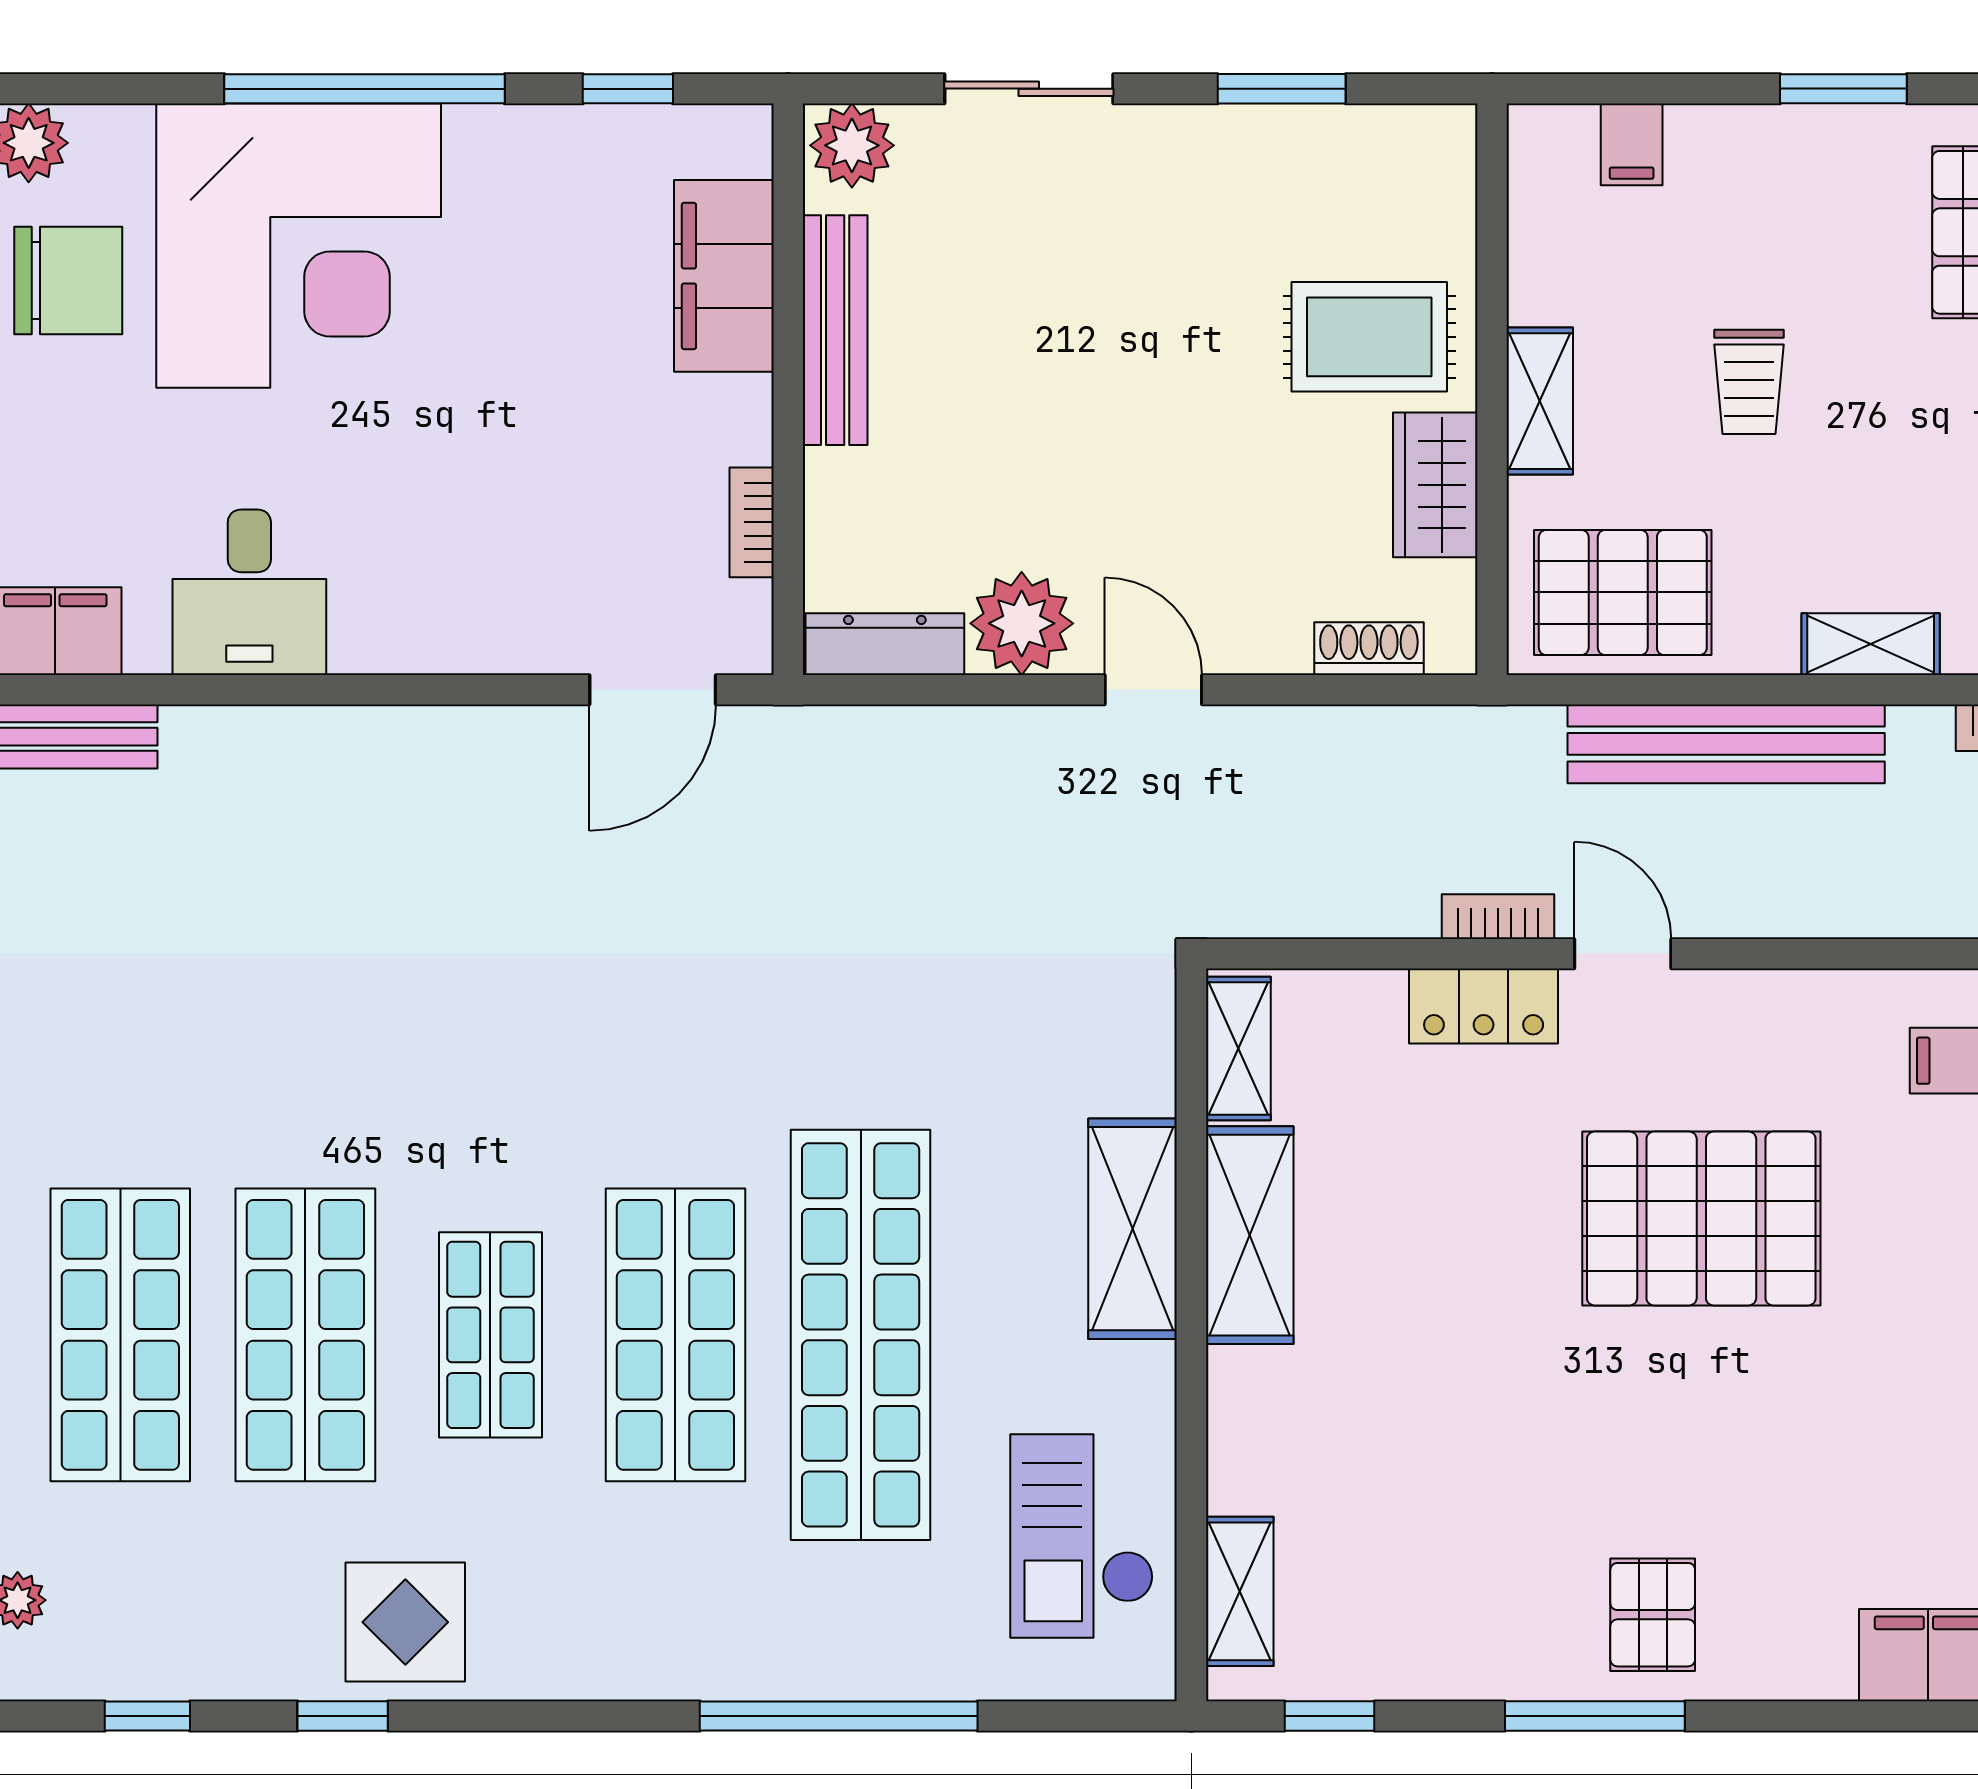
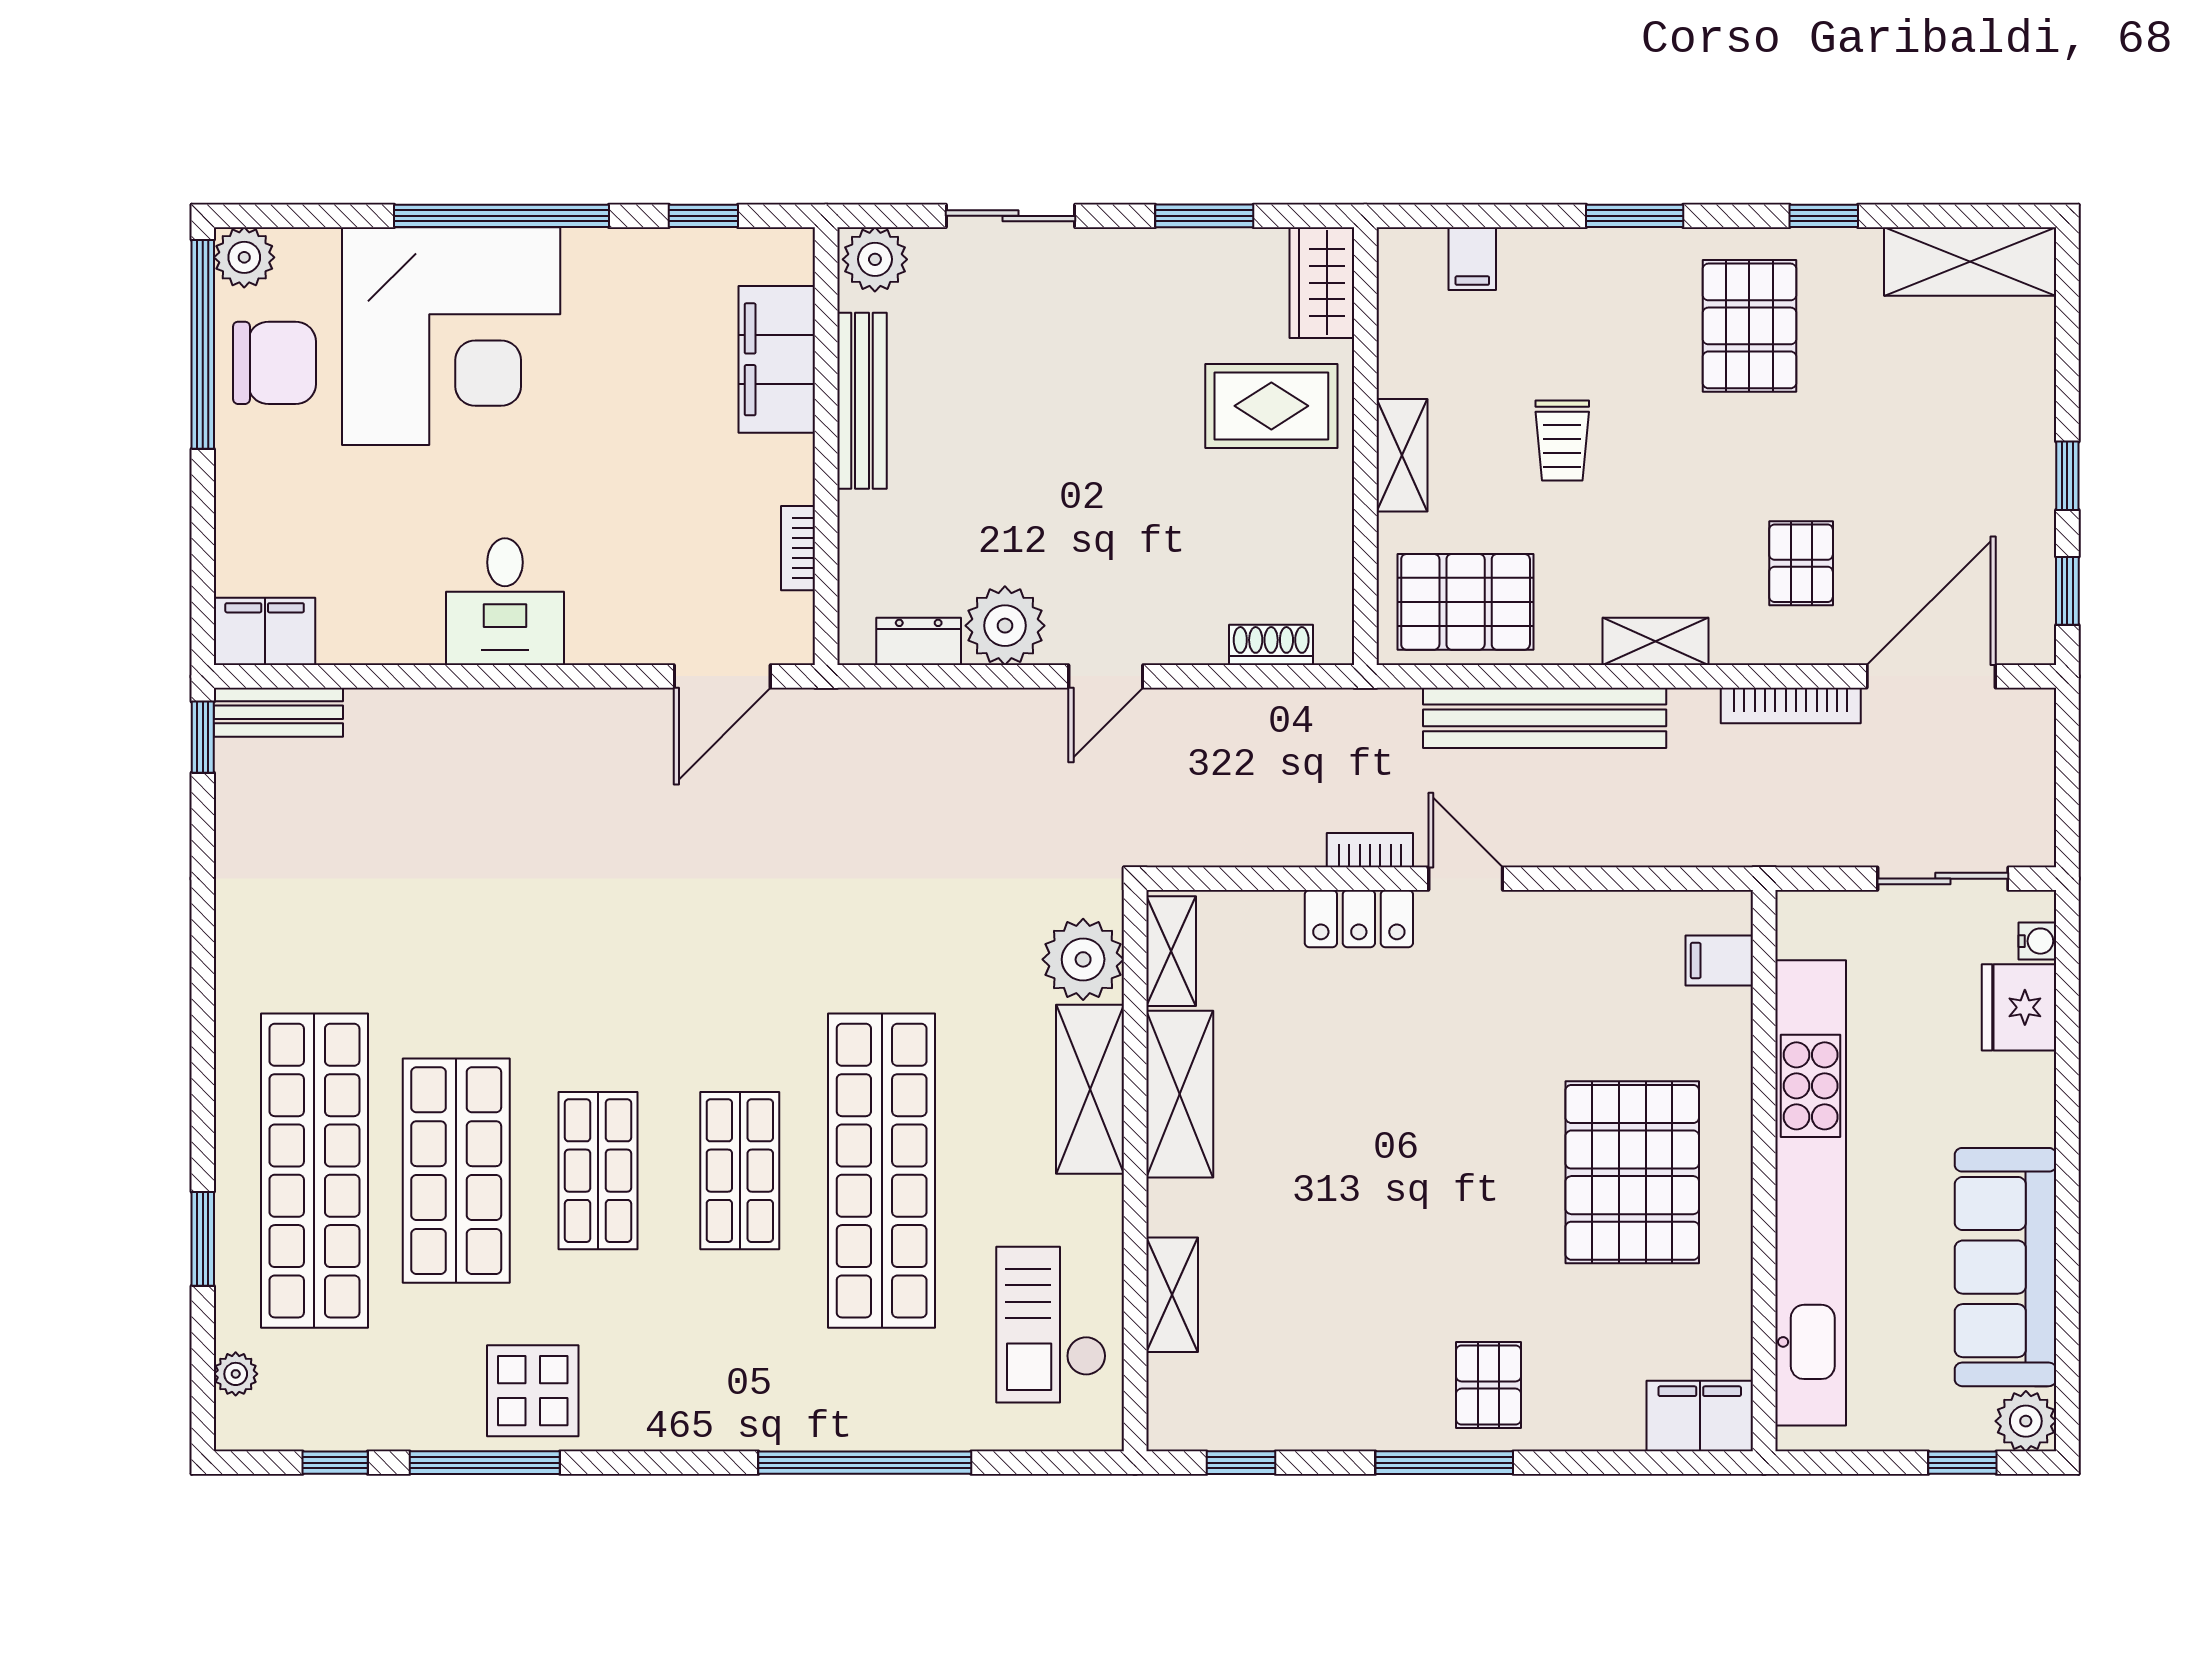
wardrobe: (1435, 485) -> (1322, 283), moved
desk: (249, 592) -> (505, 602), moved
dresser: (885, 644) -> (919, 641), width x0.70
door: (1153, 690) -> (1106, 676), swing flipped
plant: (1124, 1059) -> (1083, 959), added
pallet: (1701, 1219) -> (1632, 1172), moved, turned 90
shop shelf: (120, 1335) -> (314, 1171), width x1.40
shop shelf: (675, 1335) -> (740, 1171), width x0.70, depth x0.74
shelving: (1240, 1591) -> (1172, 1295), moved
window: (343, 1716) -> (485, 1463), width x2.17

